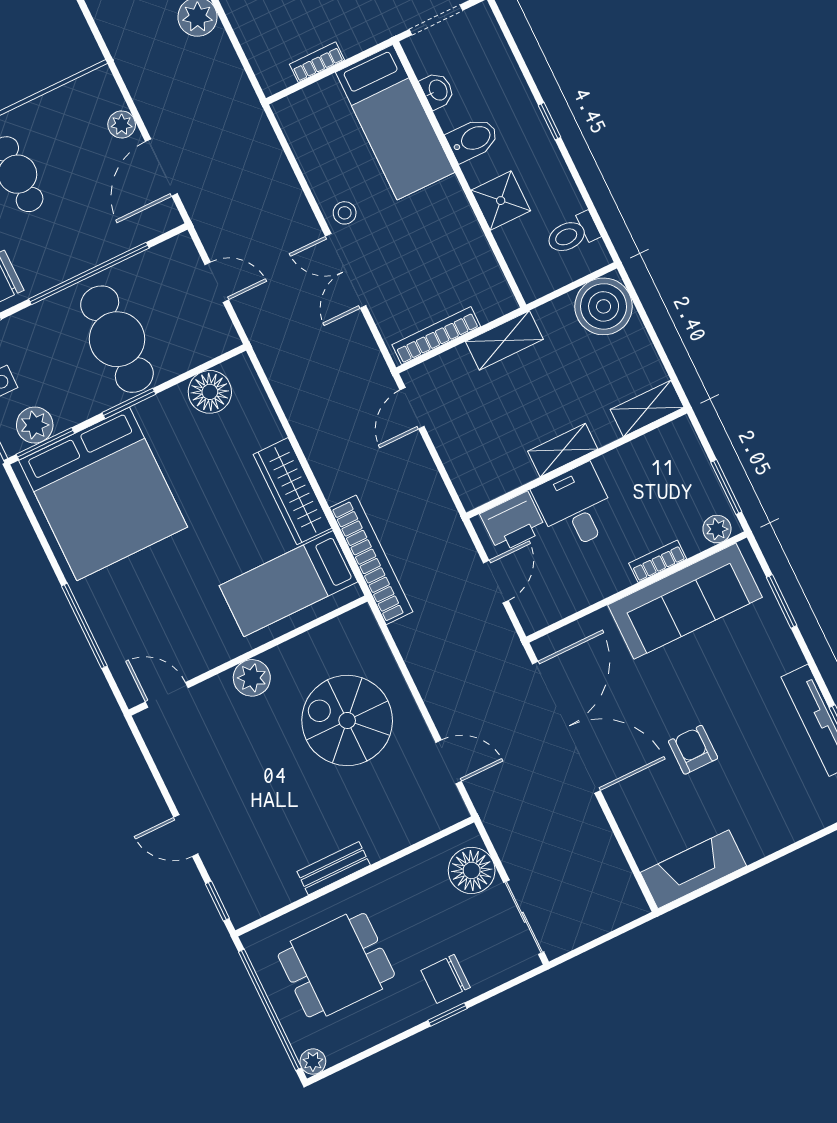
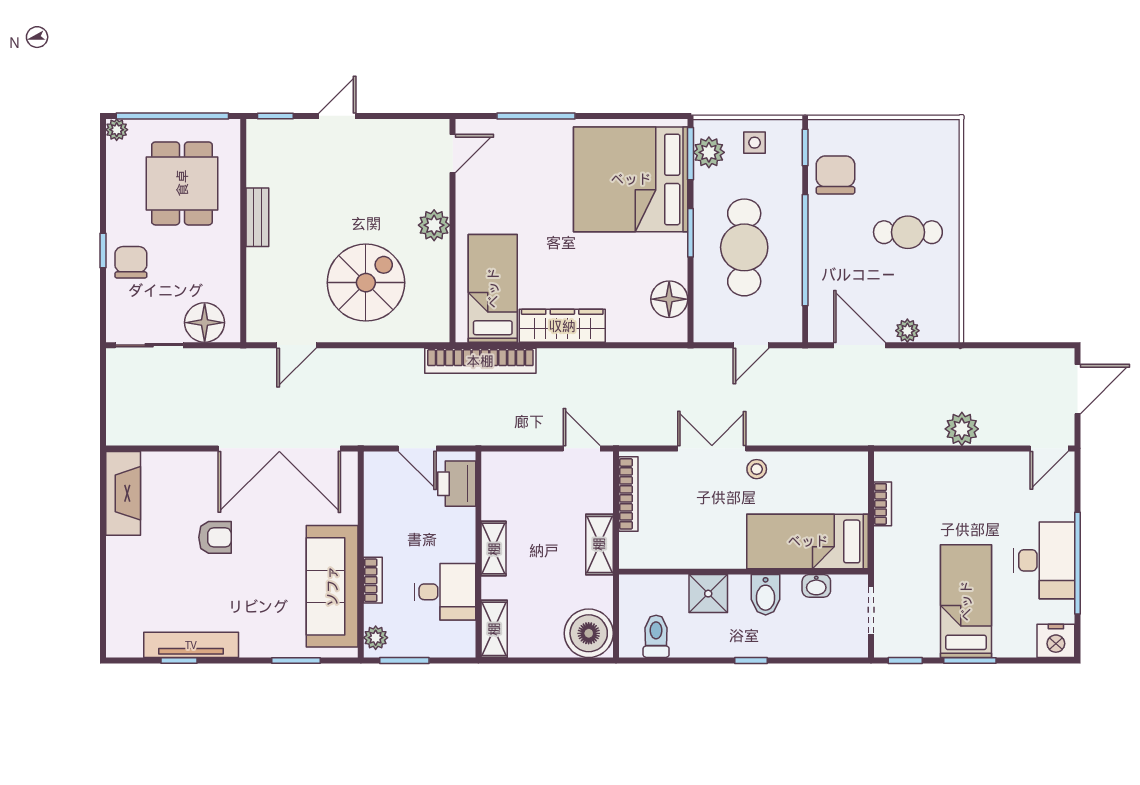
cafe table: (117, 339) -> (744, 247), turned 90
desk: (575, 507) -> (445, 592), moved

